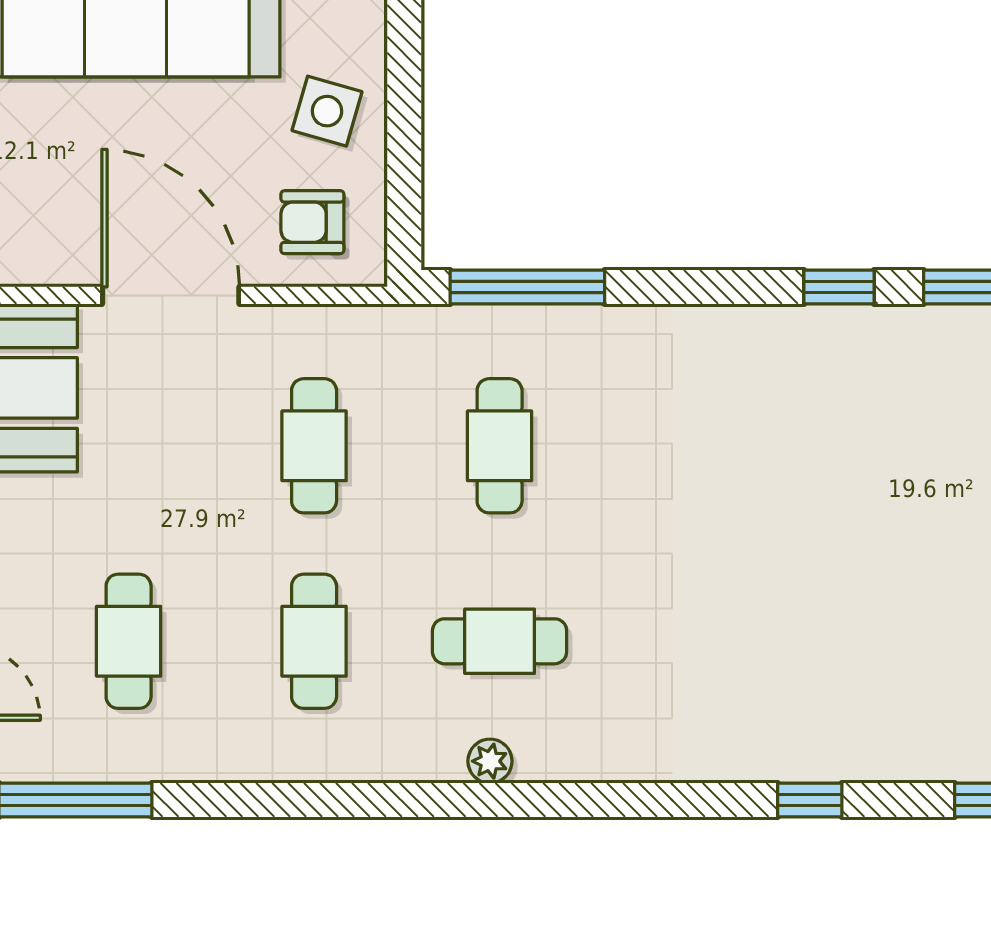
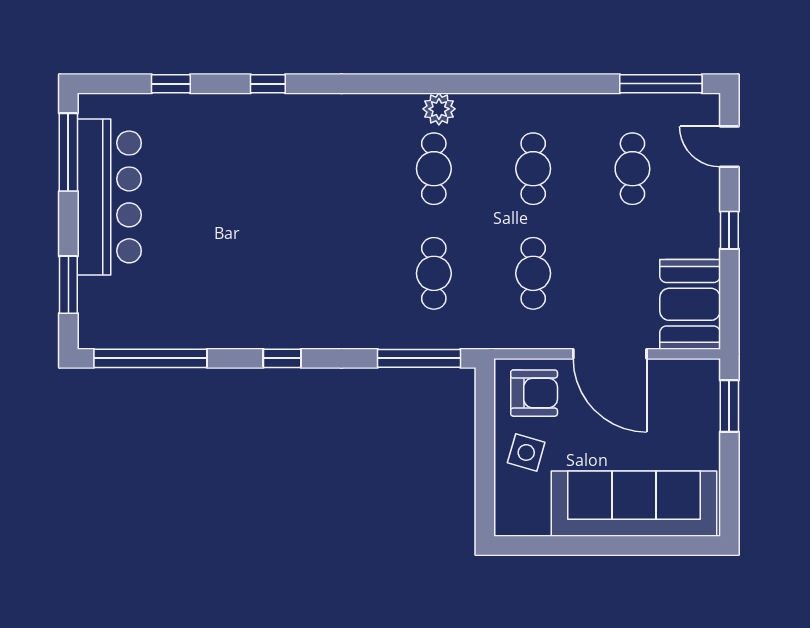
armchair: (312, 222) -> (534, 393), width x1.38, depth x1.38
window: (839, 287) -> (282, 358), moved
cafe table: (500, 641) -> (434, 169), turned 90
plant: (490, 761) -> (439, 109), width x1.38, depth x1.38

